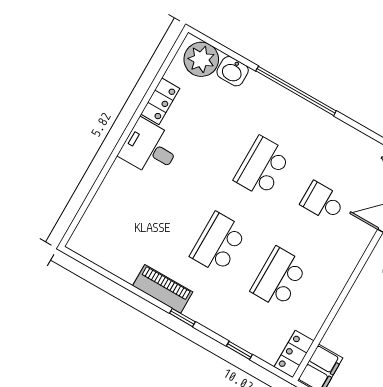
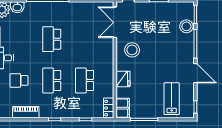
school desk: (323, 202) -> (19, 80), moved
piano: (163, 289) -> (26, 112), moved
fridge: (351, 316) -> (123, 79), added

